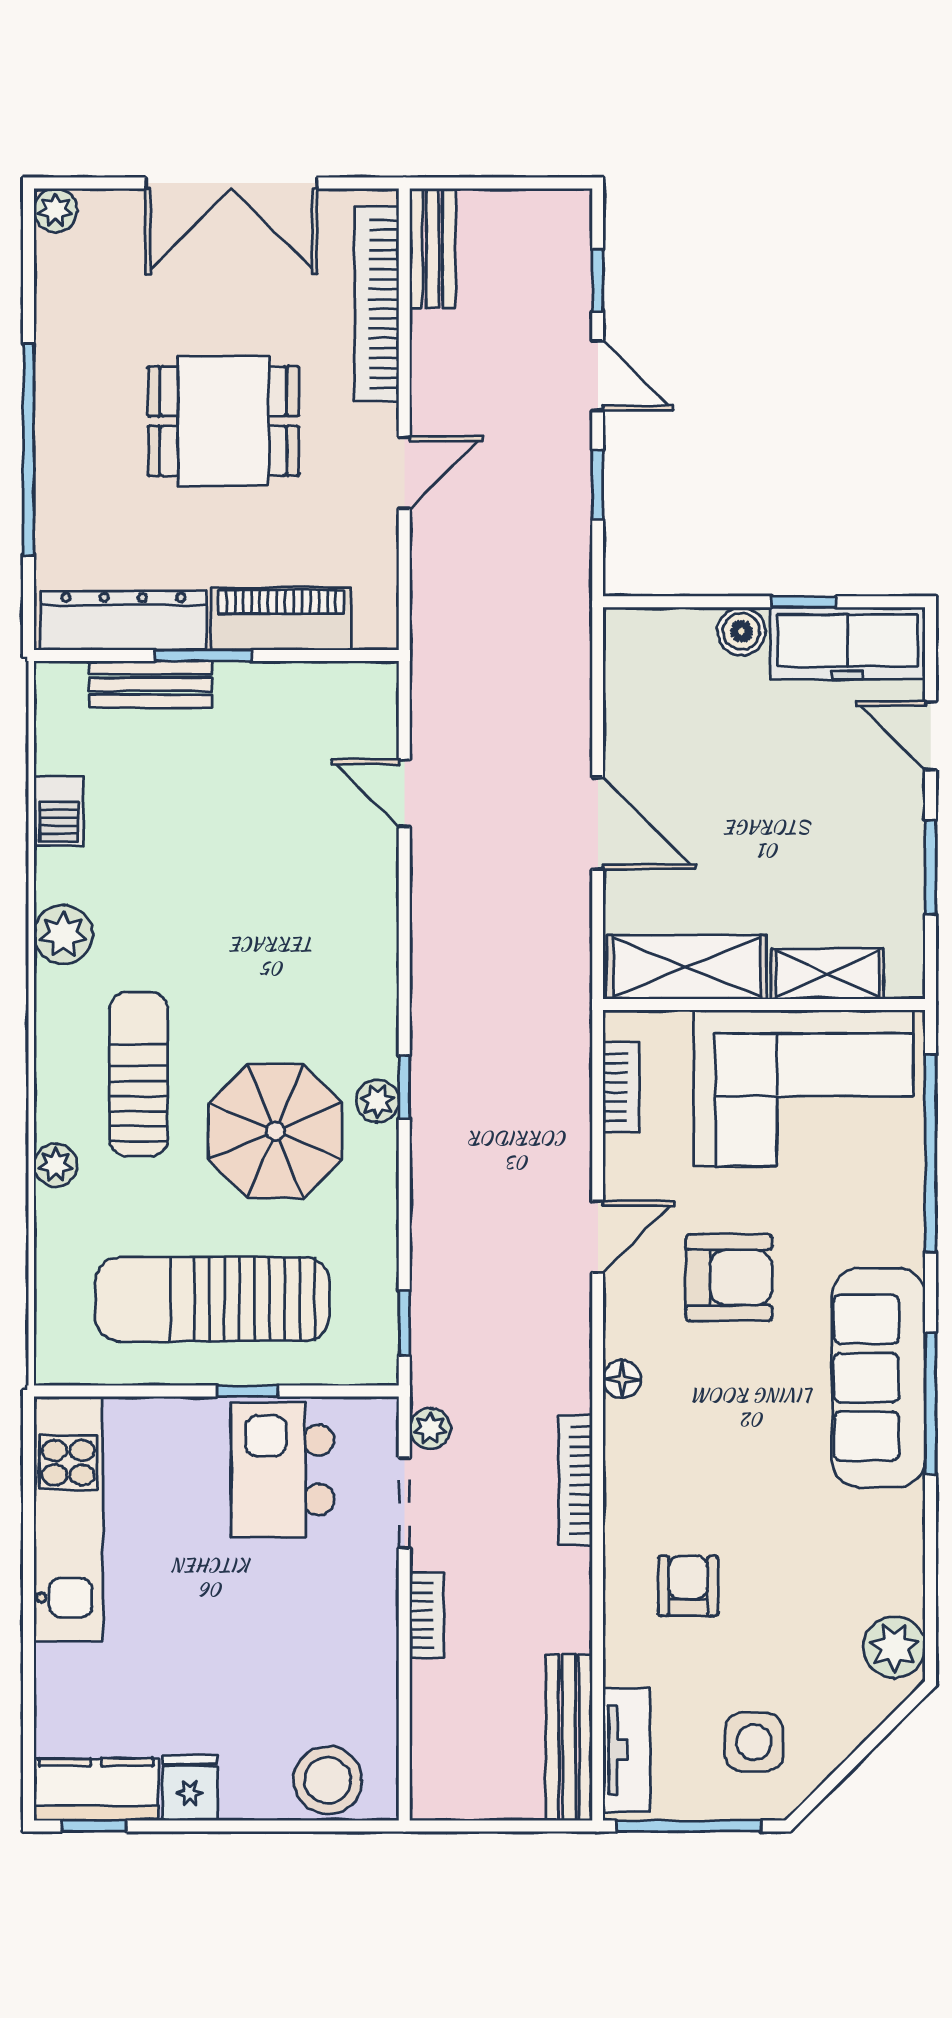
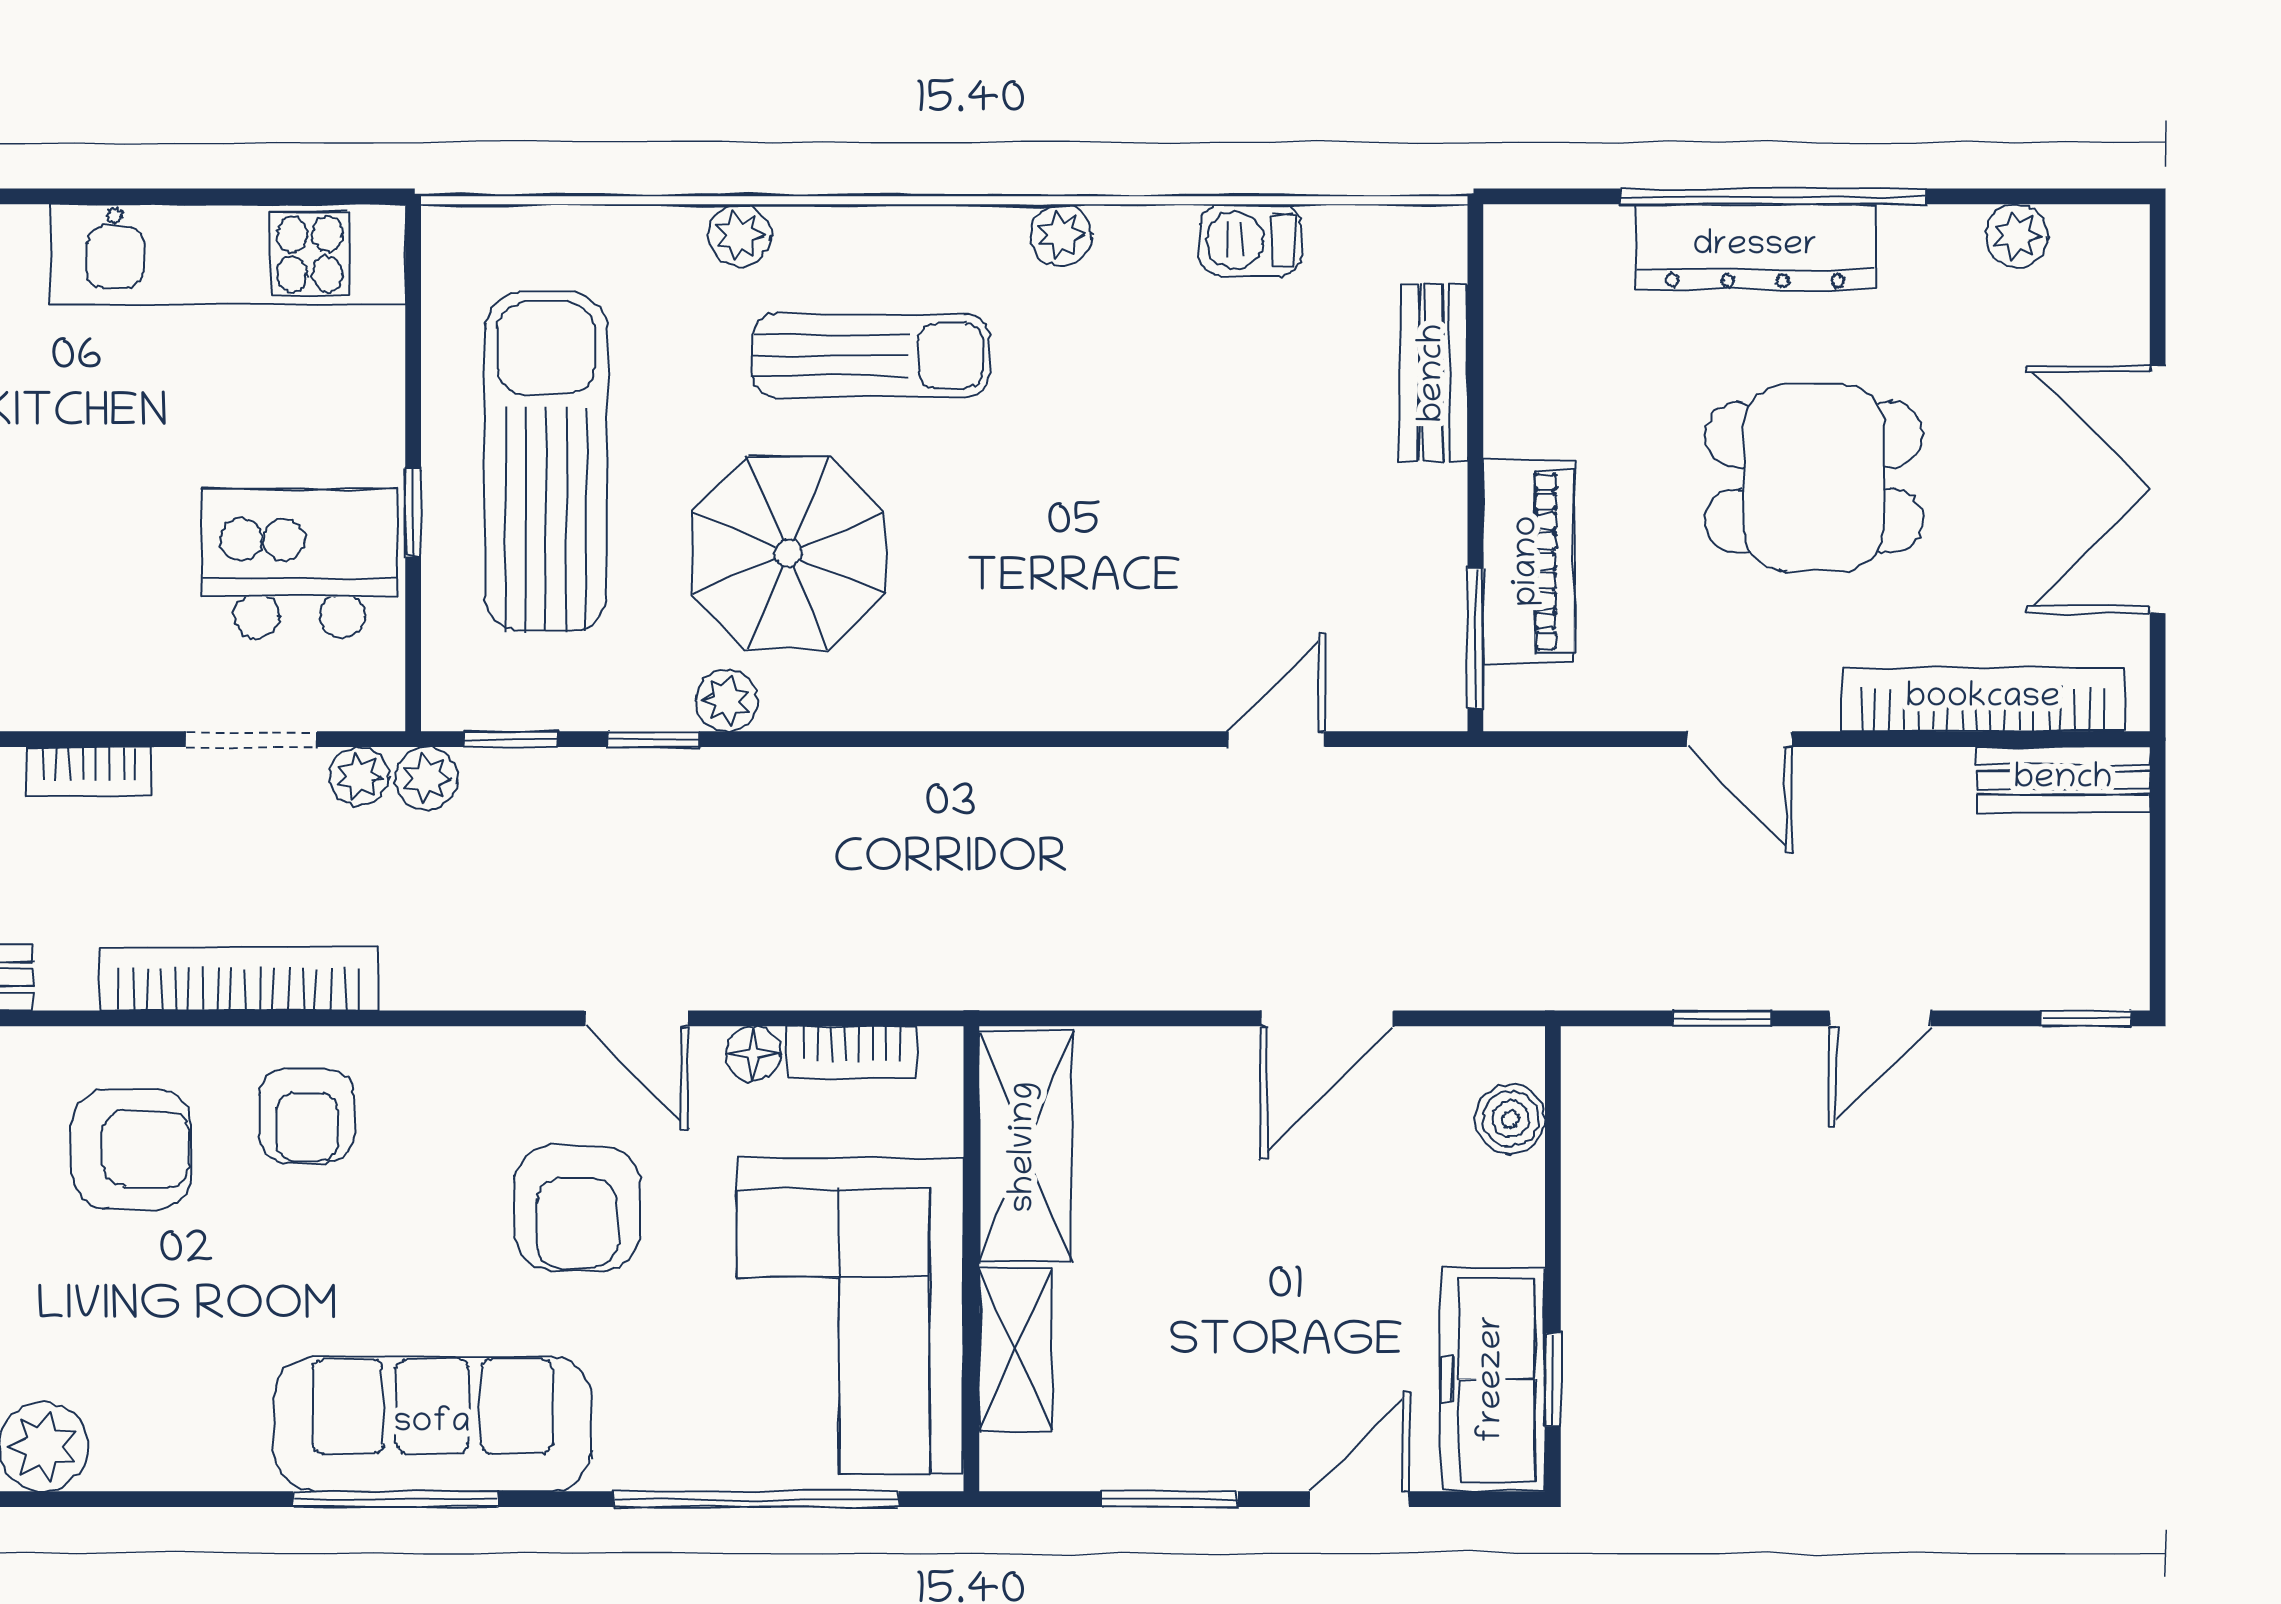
plant: (56, 210) -> (2017, 236), moved
window: (598, 280) -> (2086, 1018), moved
dining table: (223, 421) -> (1814, 478), turned 90
window: (804, 602) -> (1553, 1380), moved
dresser: (123, 621) -> (1755, 247), moved, turned 90
boiler: (741, 631) -> (1510, 1119), moved
window: (203, 656) -> (1475, 638), moved
door: (598, 823) -> (1327, 1018), moved
plant: (63, 935) -> (1061, 235), width x0.73, depth x0.73
window: (404, 1087) -> (653, 739), moved
plant: (378, 1101) -> (727, 701), moved
floor lamp: (622, 1379) -> (753, 1053), moved
plant: (431, 1382) -> (426, 778), added
armchair: (665, 1465) -> (307, 1115), added
bookcase: (575, 1480) -> (239, 979), width x1.48, depth x1.31
armchair: (688, 1586) -> (132, 1149), width x1.38, depth x1.38

